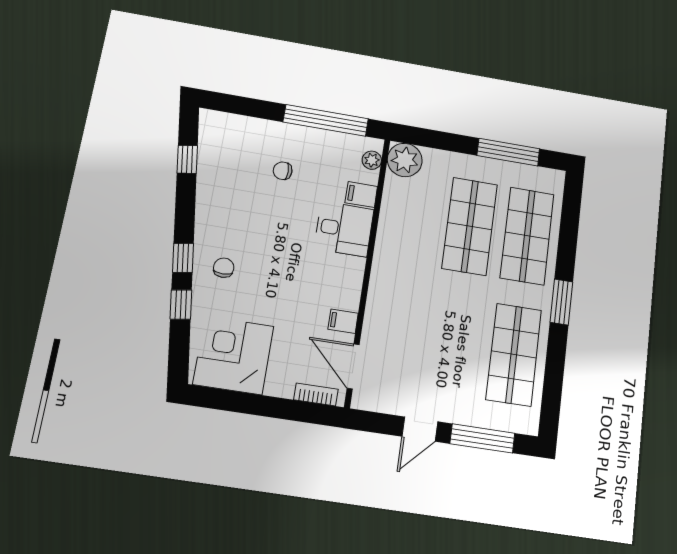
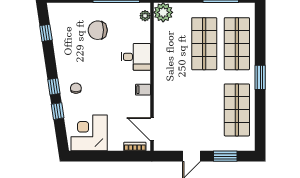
chair: (283, 171) -> (98, 30), width x1.87, depth x1.87
filing cabinet: (361, 195) -> (142, 36), removed
filing cabinet: (343, 321) -> (143, 90), moved
window: (482, 438) -> (225, 156), width x0.69

